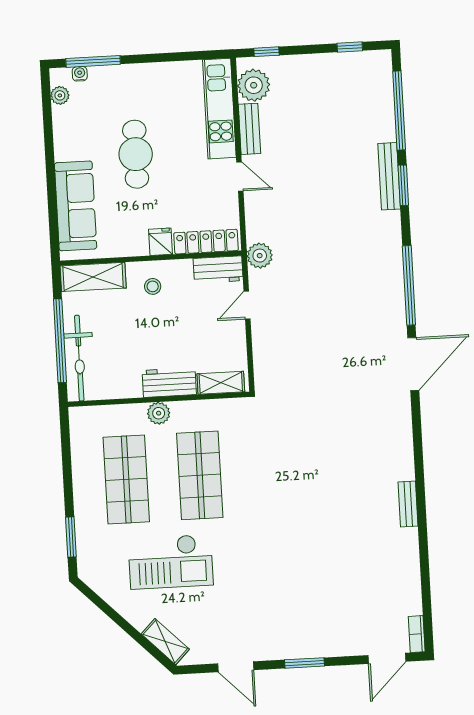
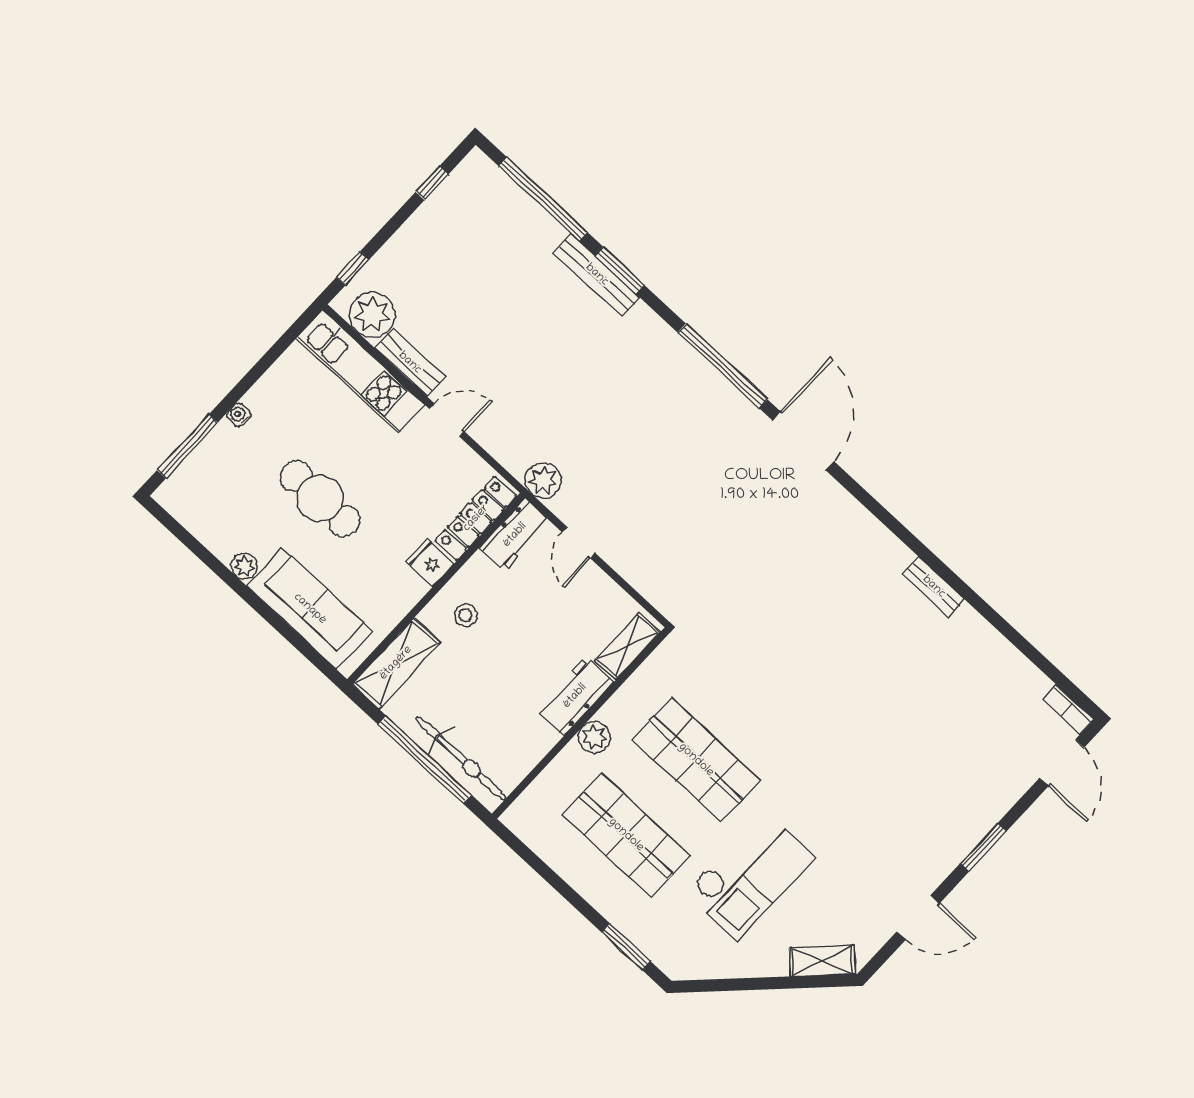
water cooler: (80, 74) -> (239, 415), moved
plant: (60, 95) -> (244, 566), moved

